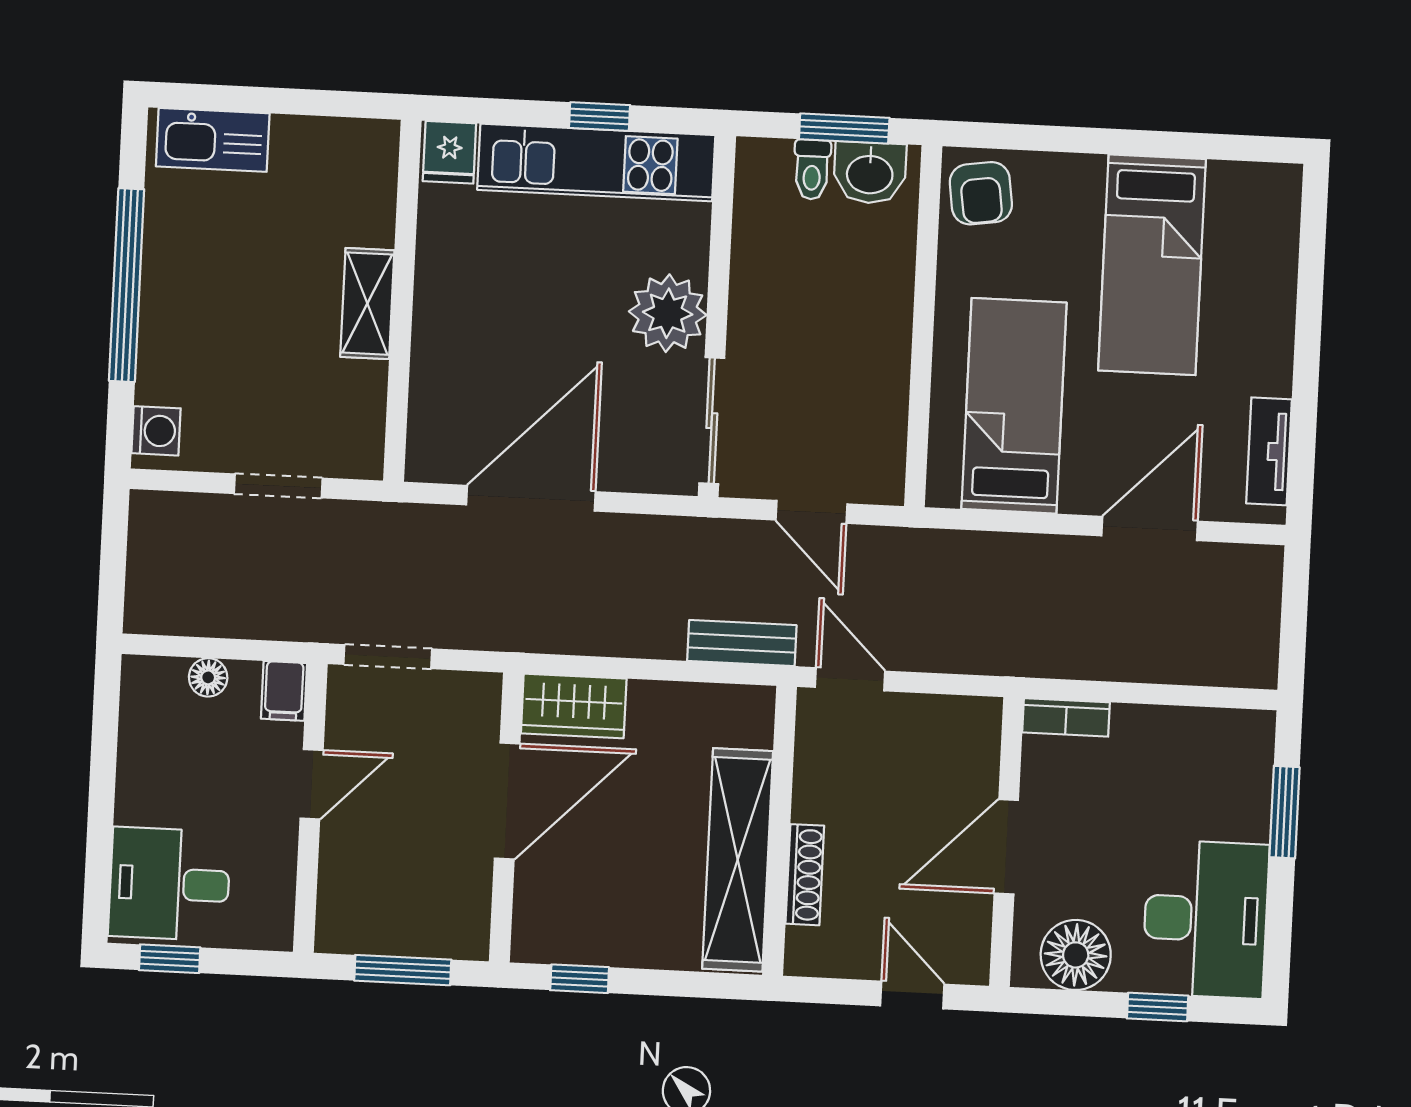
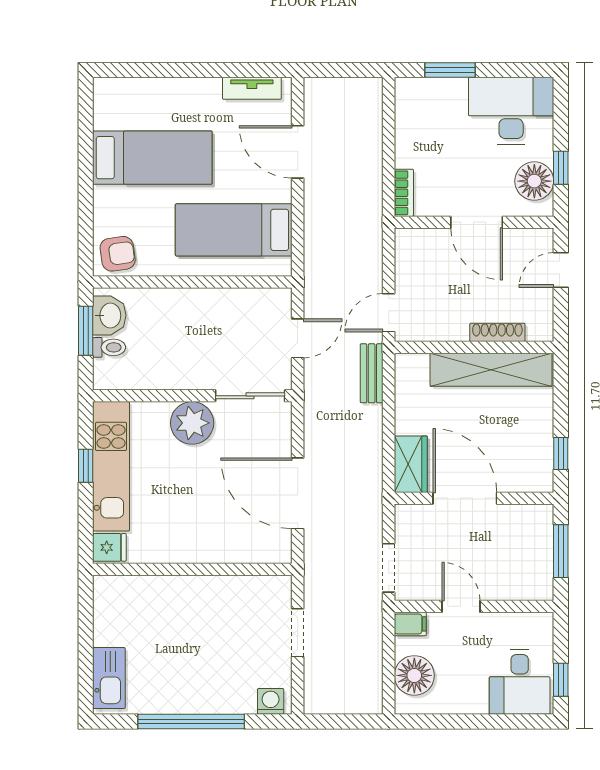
shelving: (367, 304) -> (195, 589), removed
floor lamp: (208, 677) -> (414, 675), width x1.89, depth x1.89
window: (1158, 1007) -> (561, 168), moved

